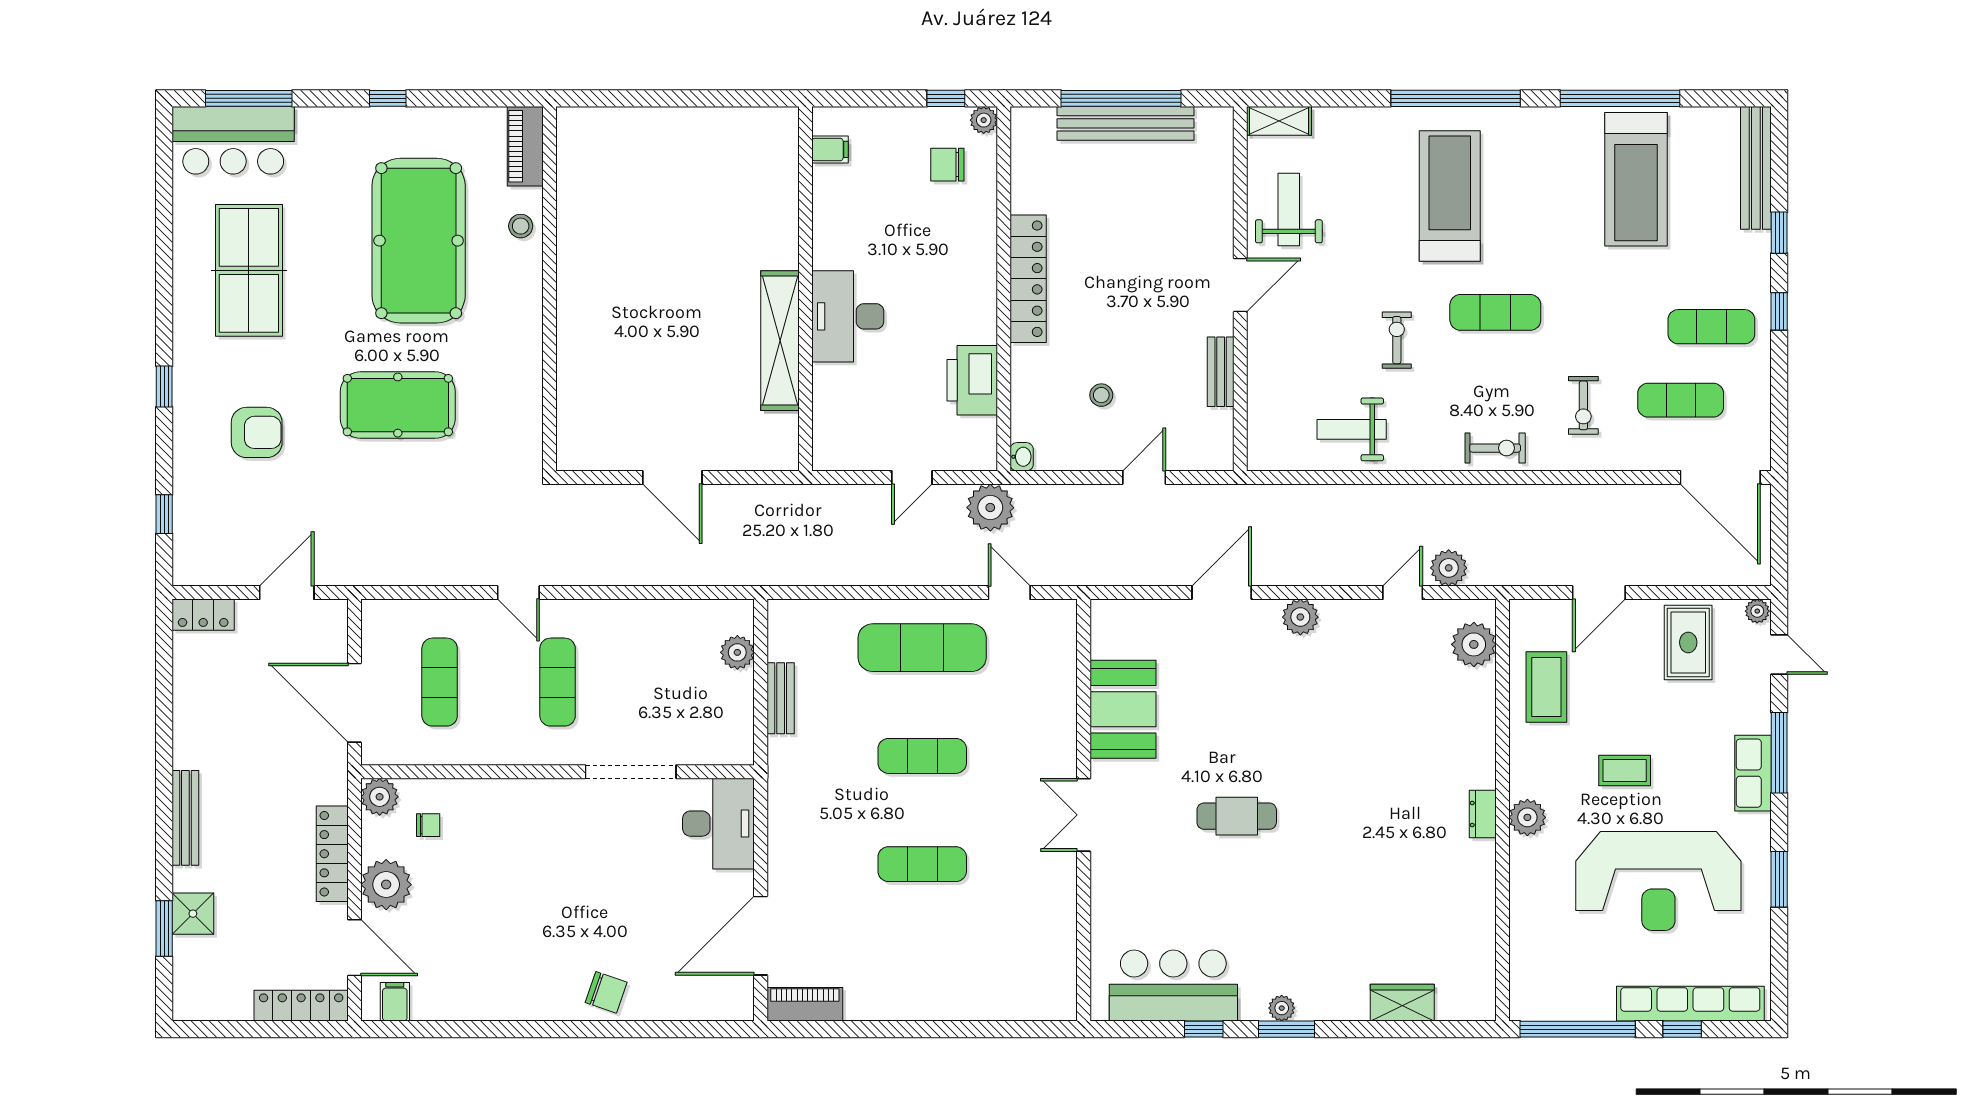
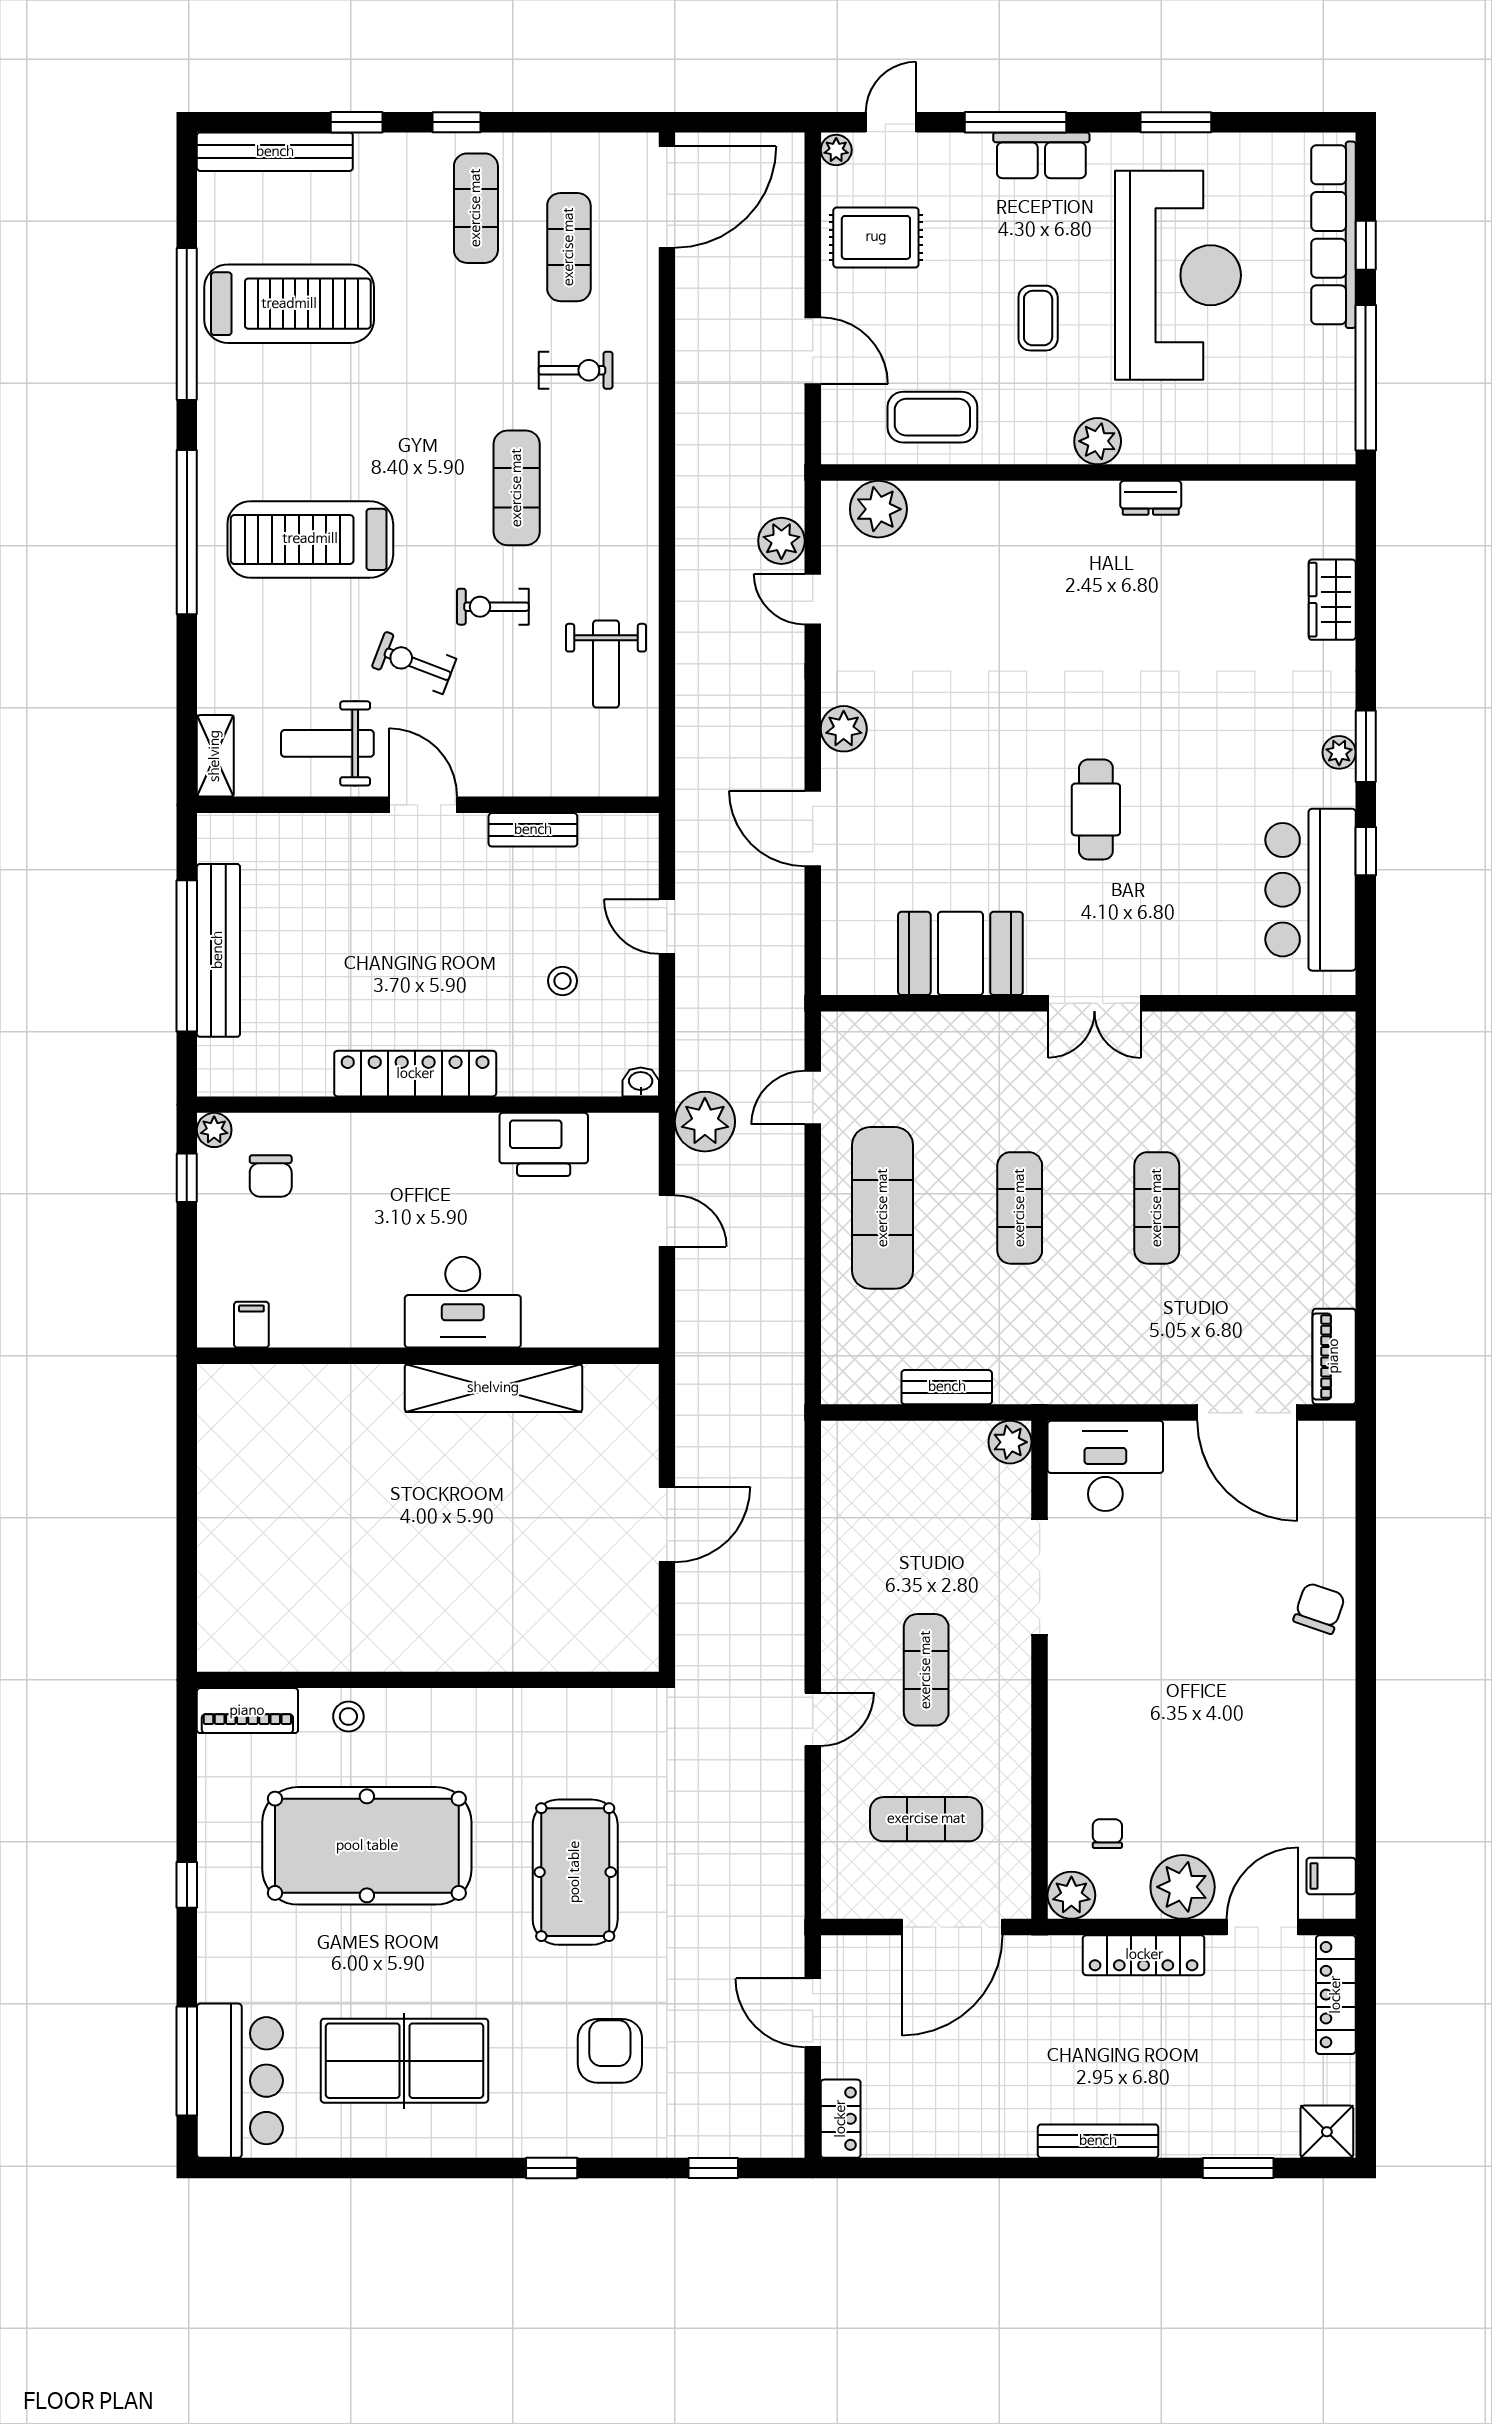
exercise mat: (1495, 312) -> (517, 488), moved
exercise bike: (1495, 448) -> (414, 663), moved, turned -69
plant: (737, 652) -> (1010, 1442), moved
exercise mat: (558, 682) -> (926, 1670), turned 90
dresser: (1483, 814) -> (1151, 498), moved
shower: (193, 914) -> (1327, 2132), moved

